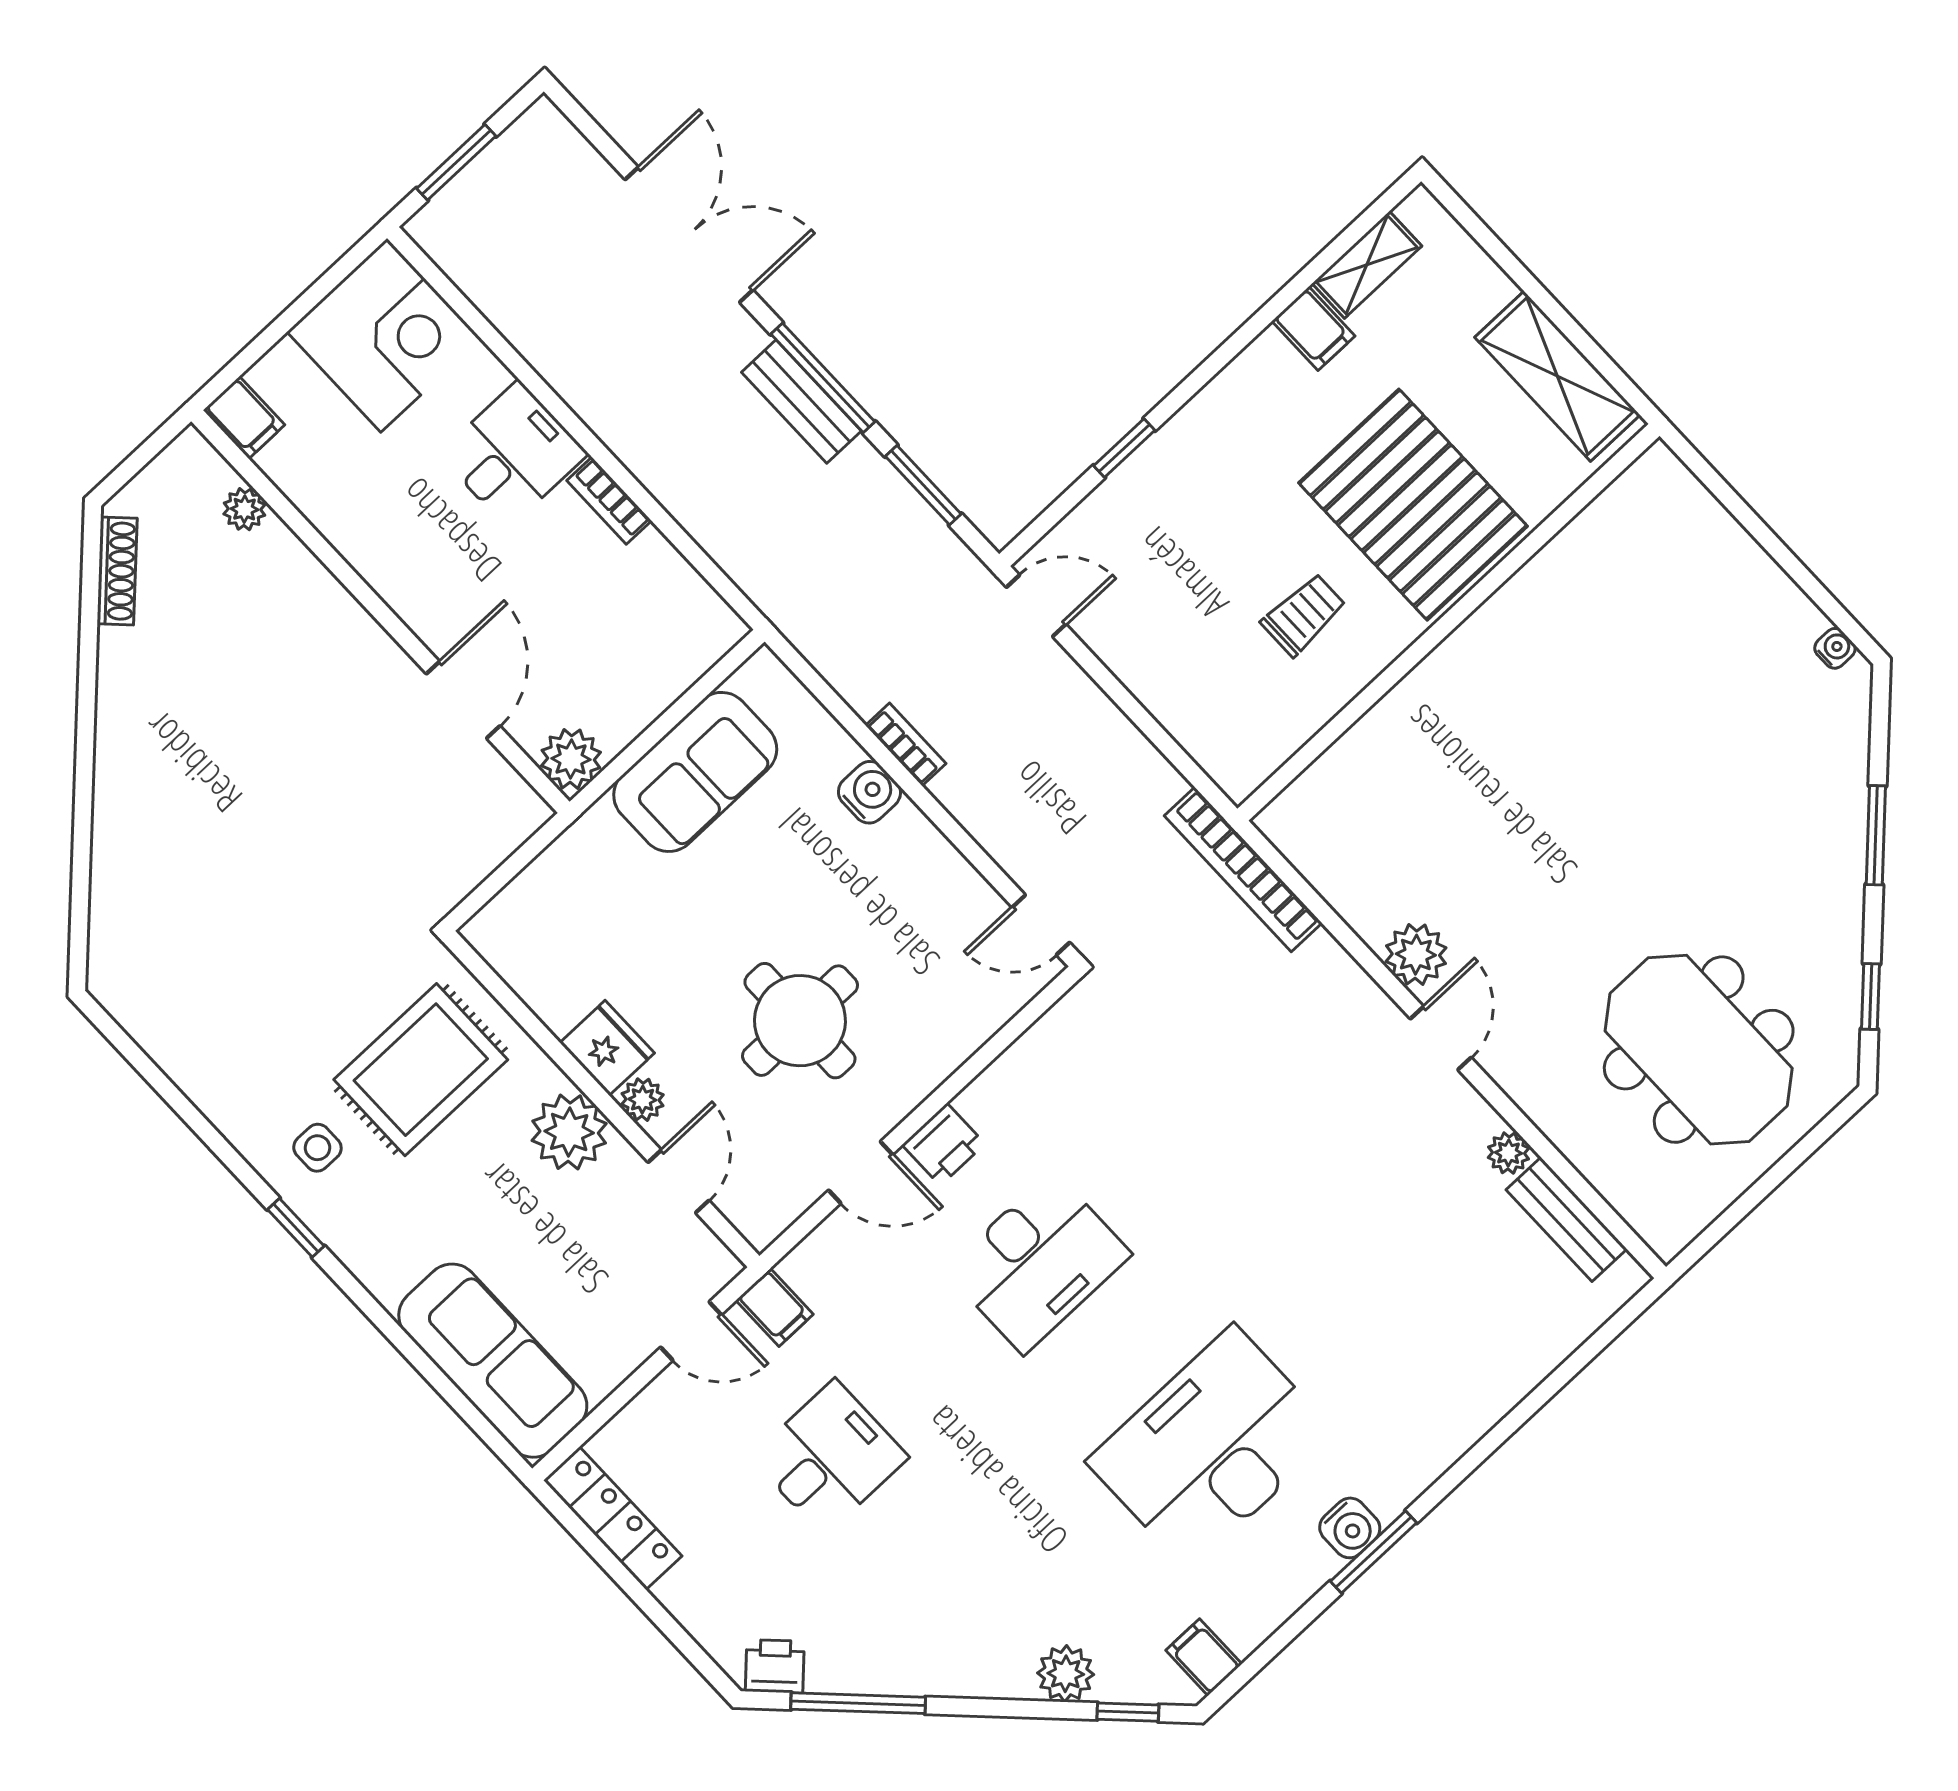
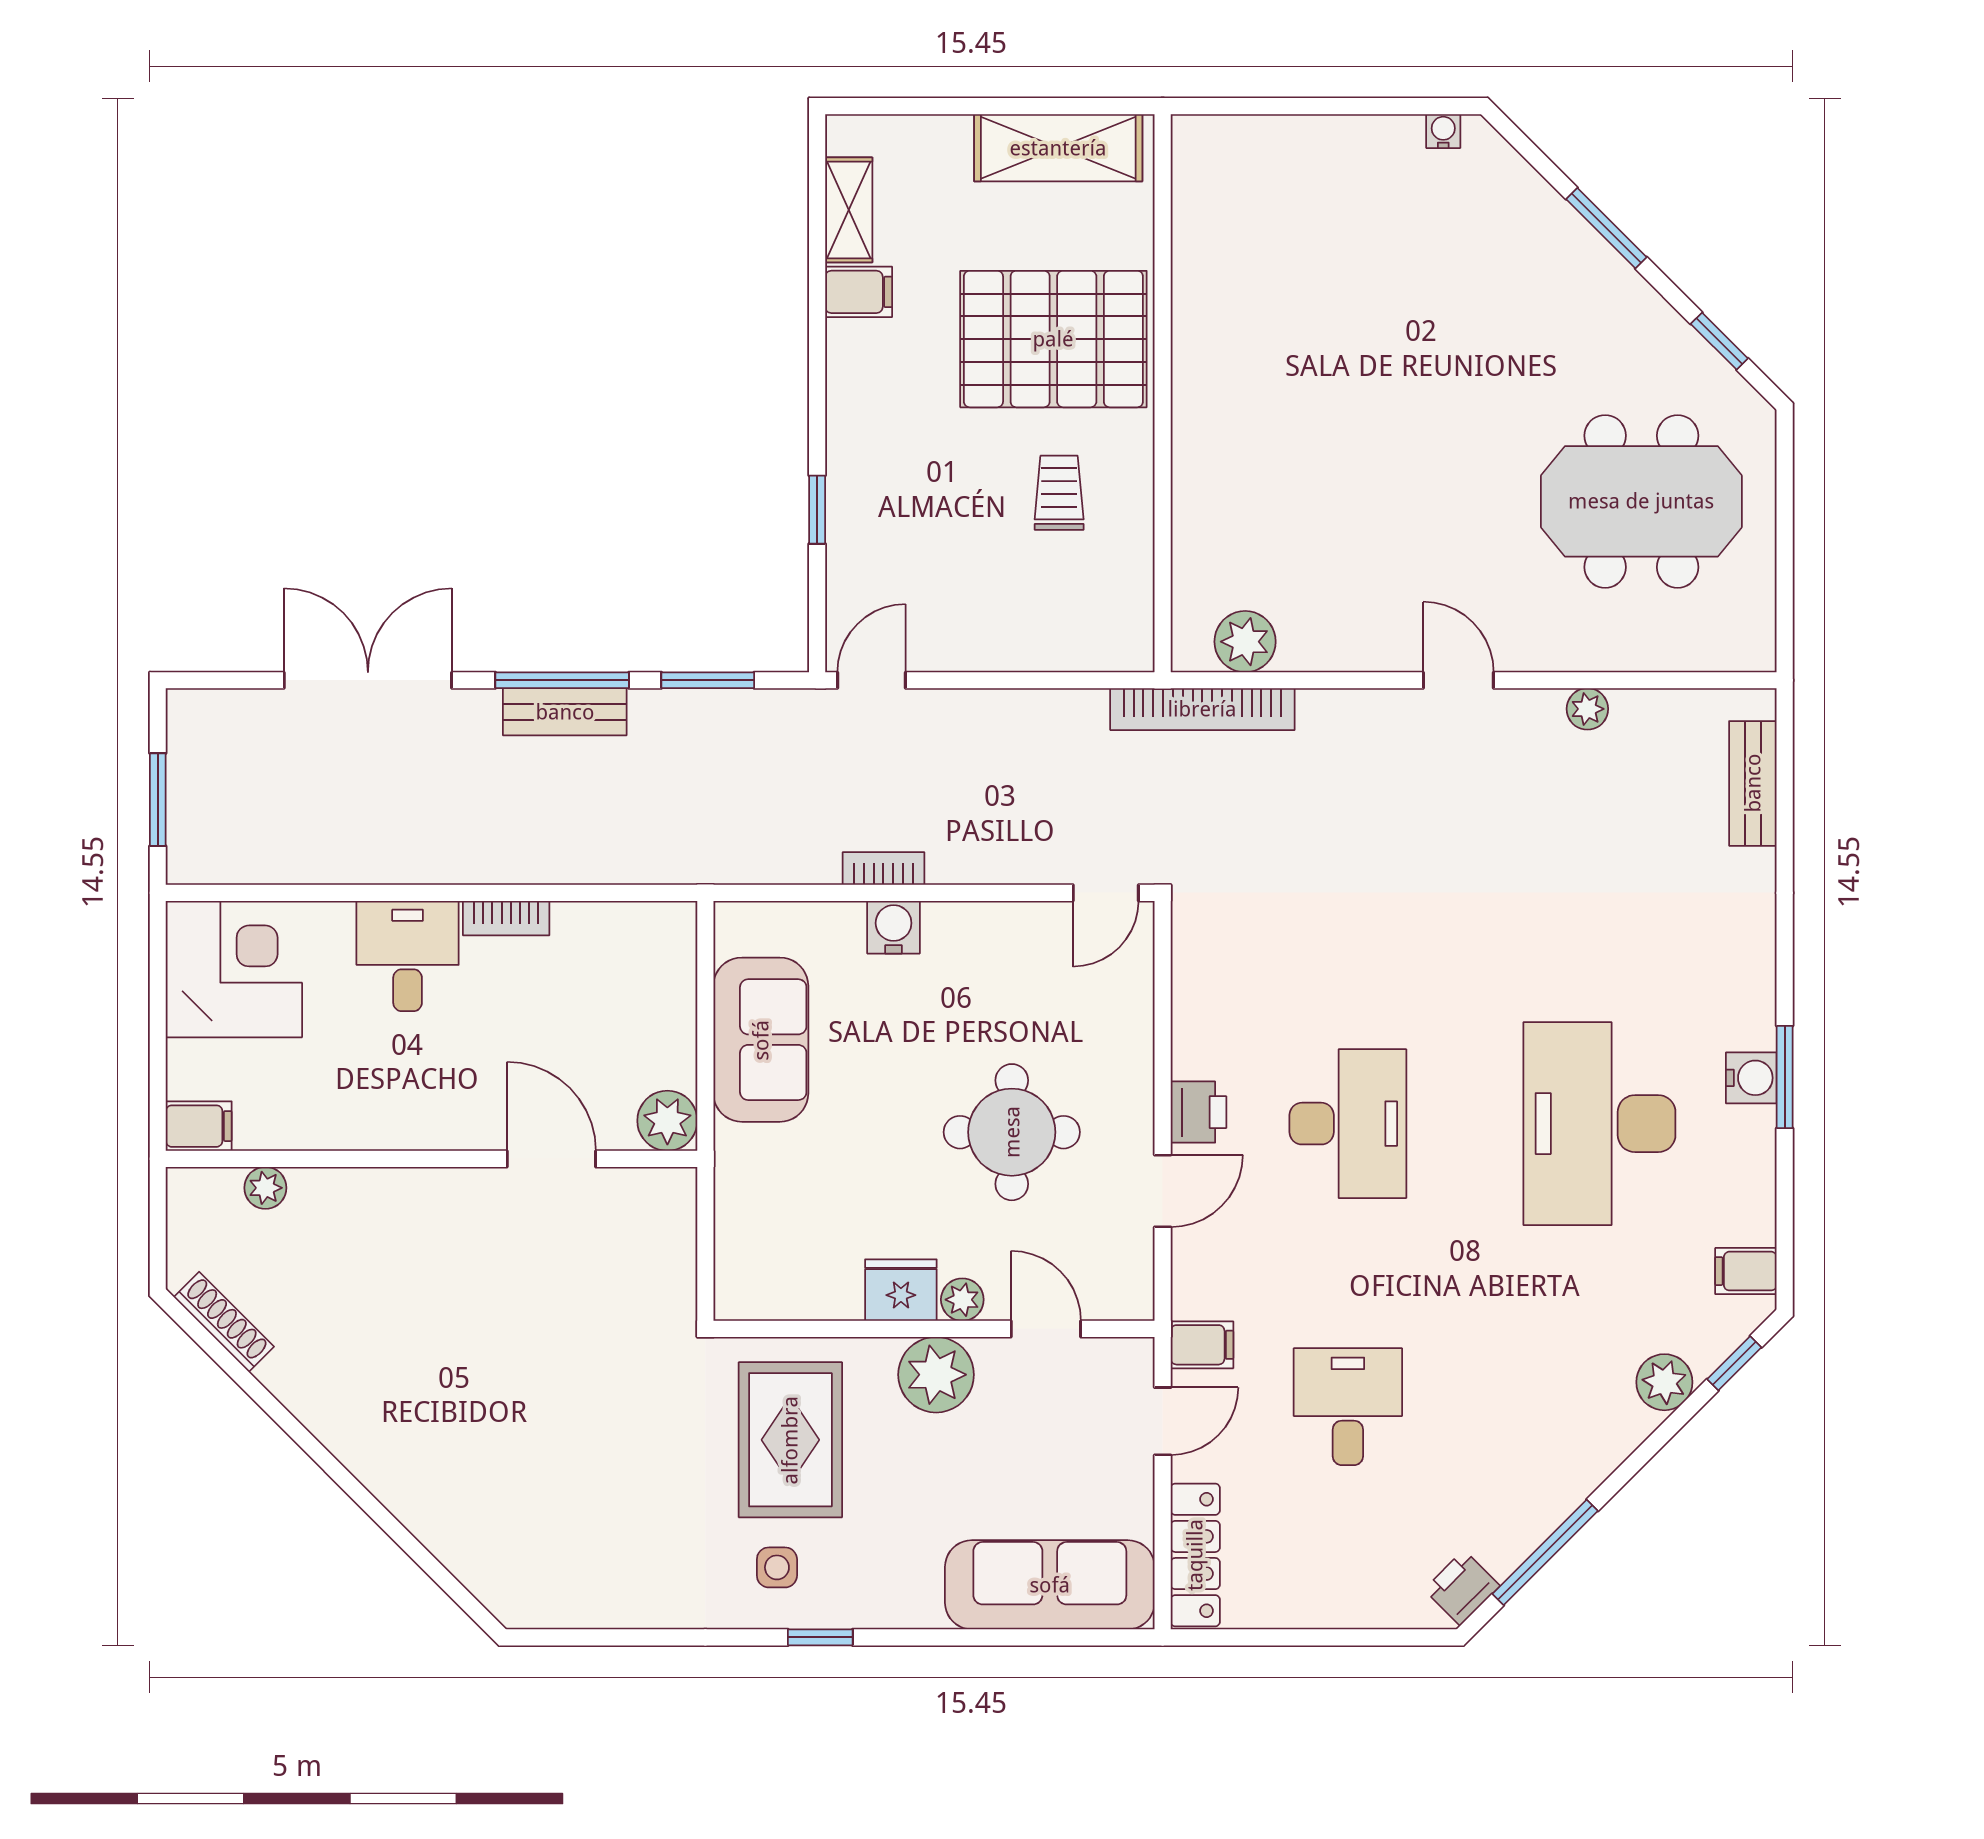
plant: (1416, 955) -> (1245, 642), moved
bench: (1566, 1219) -> (1753, 783), moved, turned 90
locker: (613, 1518) -> (1195, 1555), moved, turned 90

